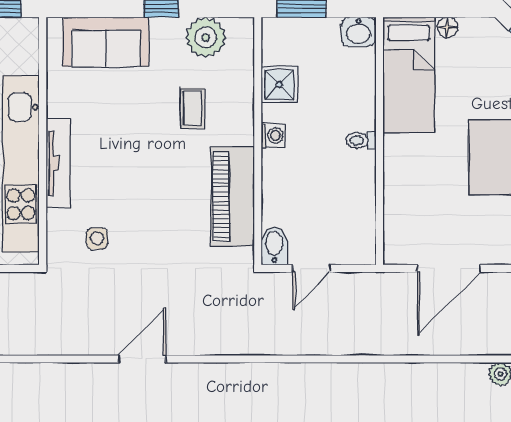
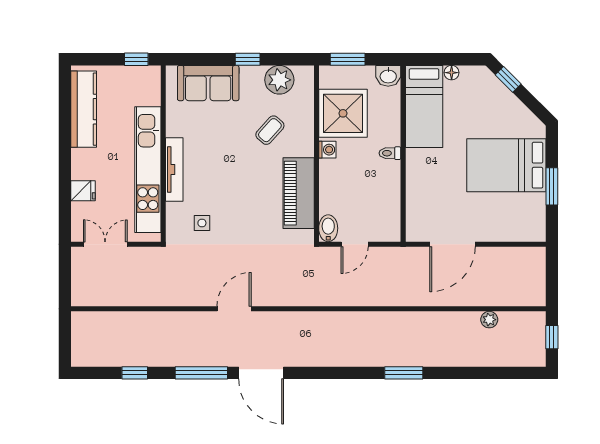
shower: (279, 85) -> (343, 113), width x1.86, depth x1.86
coffee table: (192, 108) -> (270, 130), turned 42

